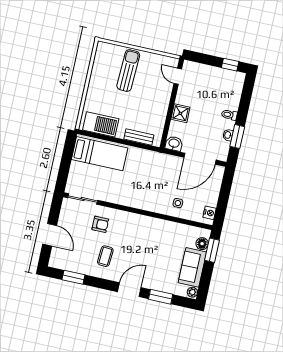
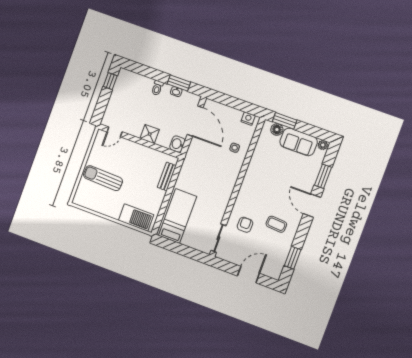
barbecue: (101, 124) -> (136, 218), moved, turned 90

